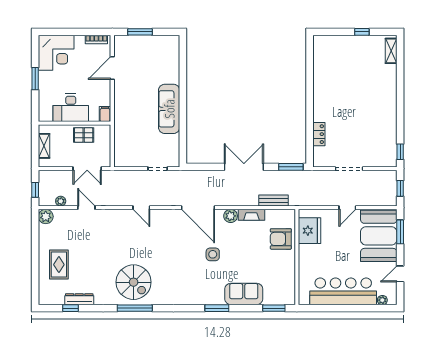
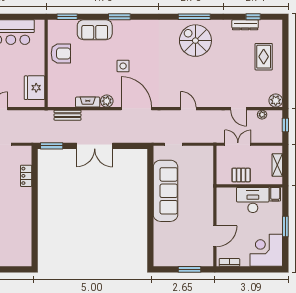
sofa: (169, 109) -> (166, 191), width x1.36, depth x1.27
filing cabinet: (105, 114) -> (275, 194), moved
armchair: (281, 239) -> (61, 53), moved

